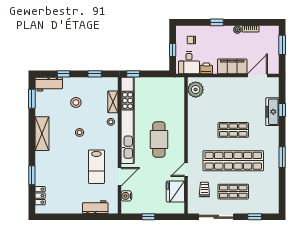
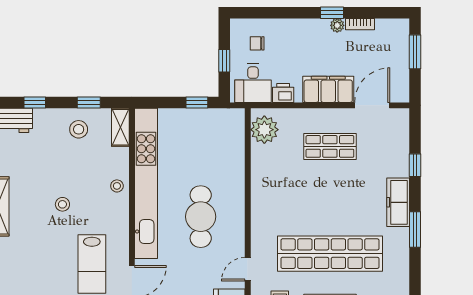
window: (217, 22) -> (332, 13), moved
window: (133, 74) -> (197, 103), moved
stool: (76, 102) -> (79, 129), moved
shelving: (113, 102) -> (120, 127), moved
freezer: (272, 112) -> (398, 202), moved
shop shelf: (233, 130) -> (330, 146), moved
window: (282, 157) -> (415, 229), moved

